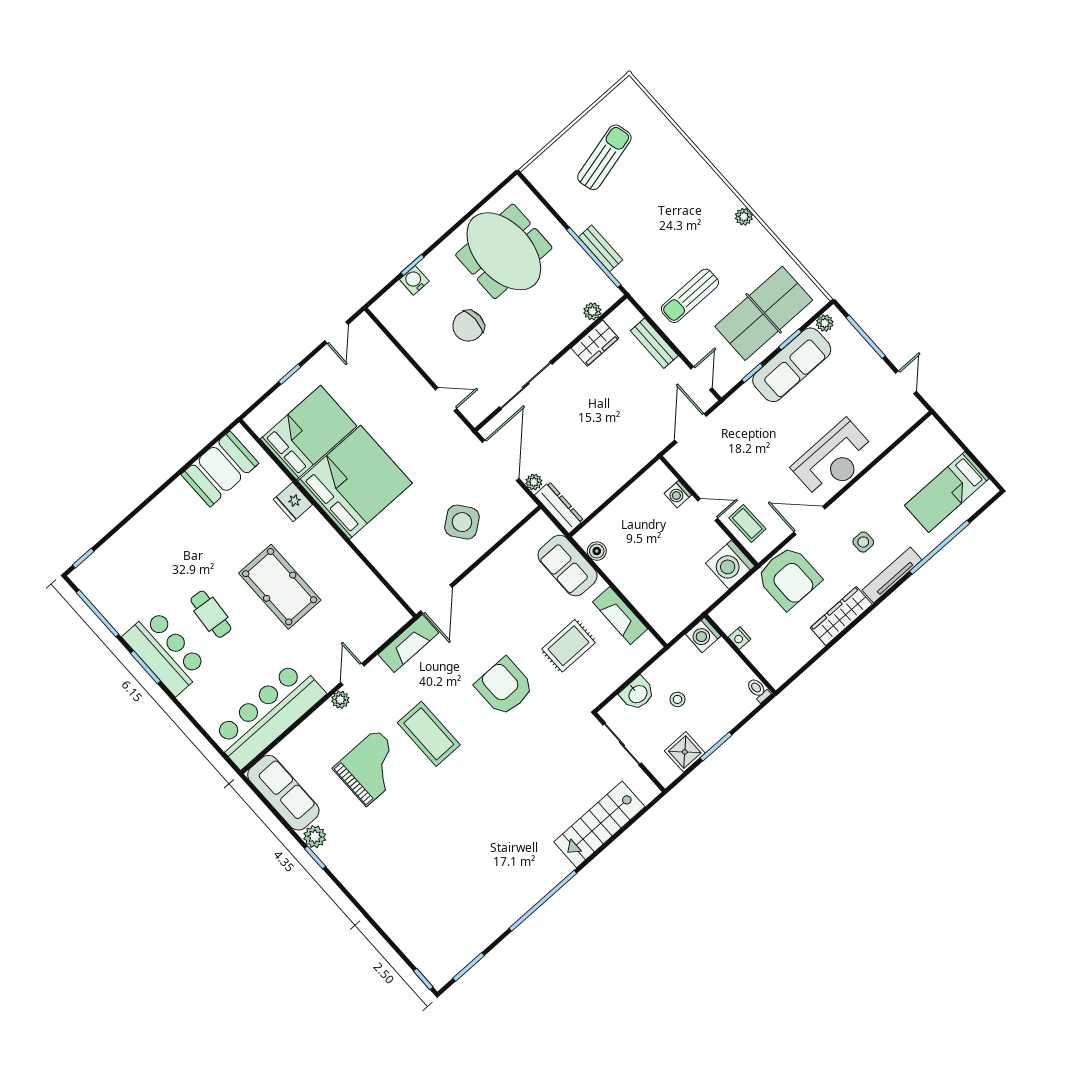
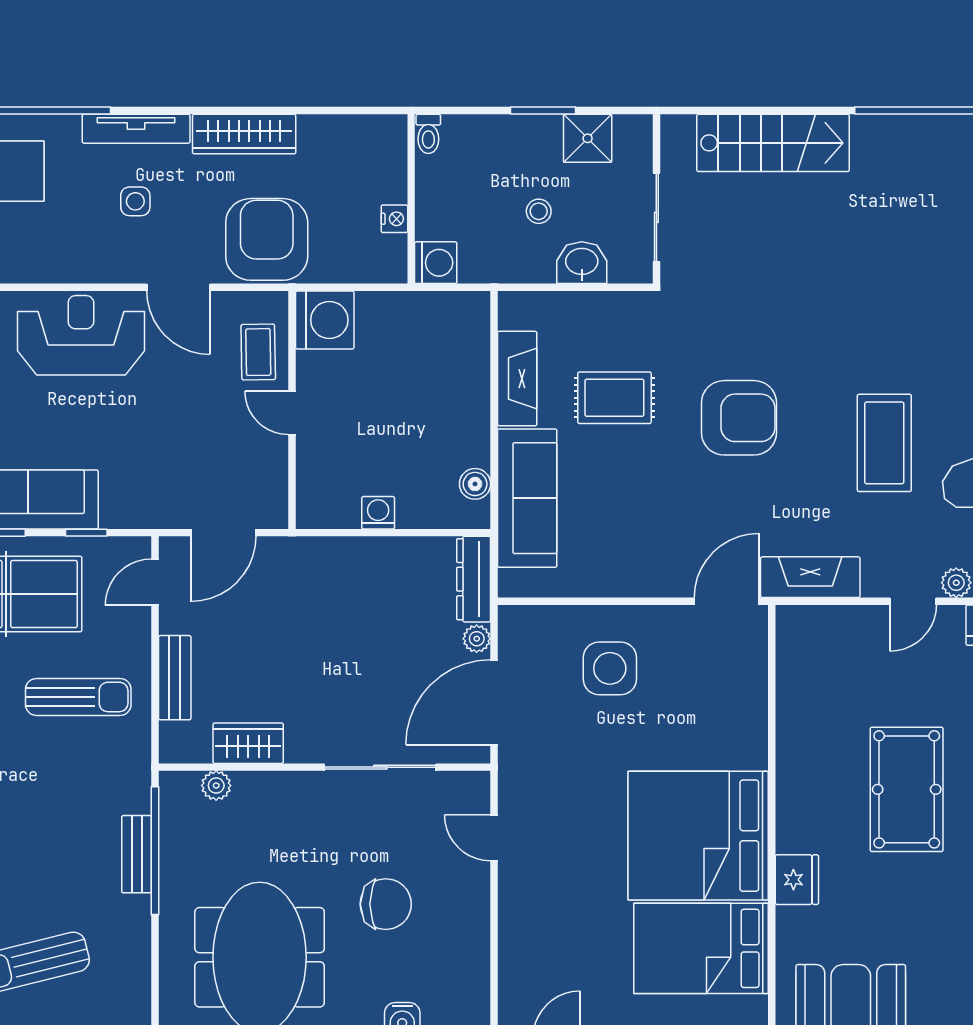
washing machine: (678, 494) -> (378, 513), moved, turned -90
side table: (462, 522) -> (610, 668), turned 37
sofa: (568, 566) -> (527, 498), width x1.36
armchair: (504, 687) -> (739, 418), turned -90

